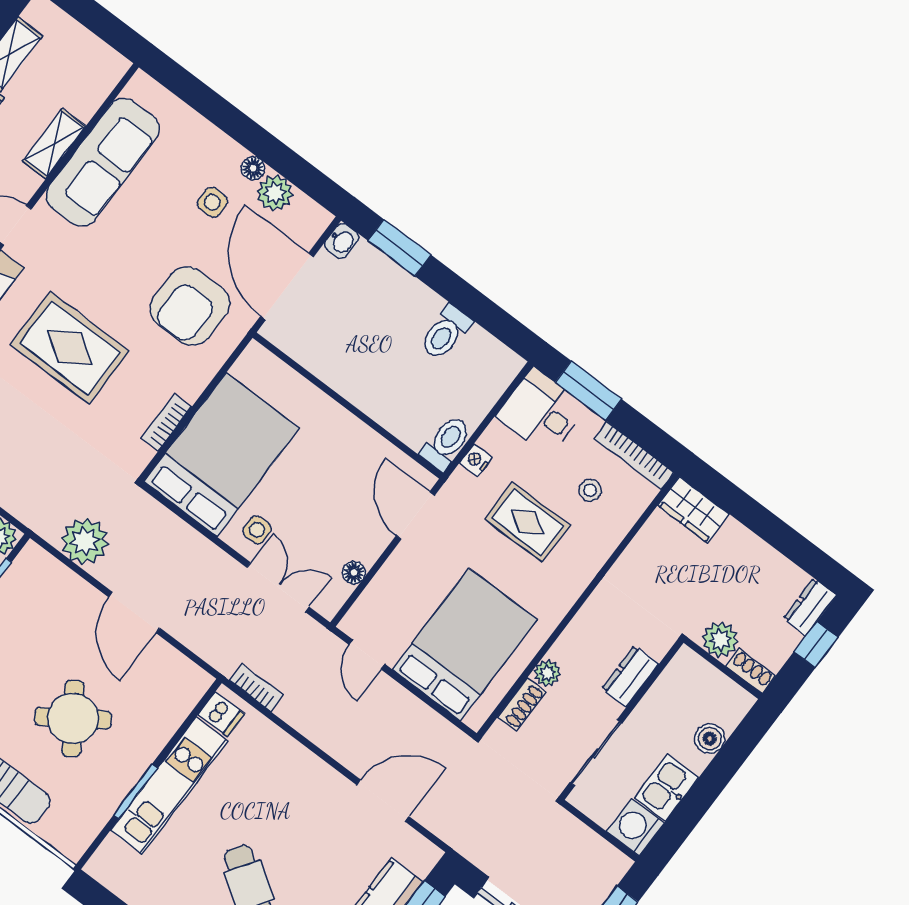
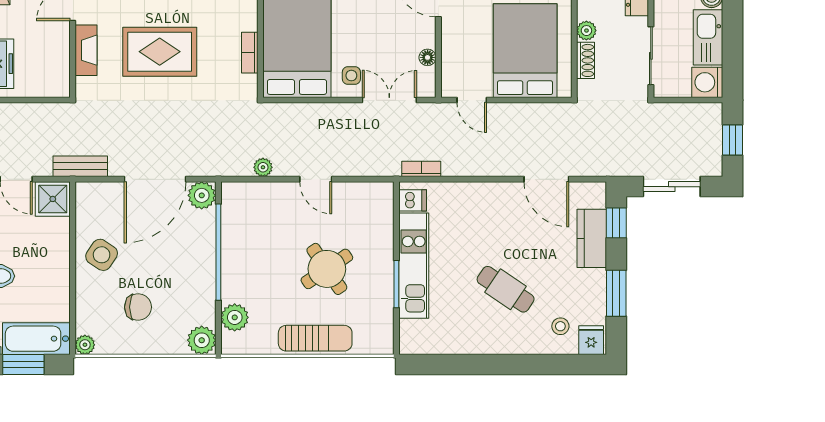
plant: (85, 541) -> (263, 167), width x0.53, depth x0.53
door: (134, 612) -> (316, 179), width x0.73
kitchen sink: (666, 788) -> (708, 37), width x1.38
door: (383, 801) -> (546, 179), swing flipped

